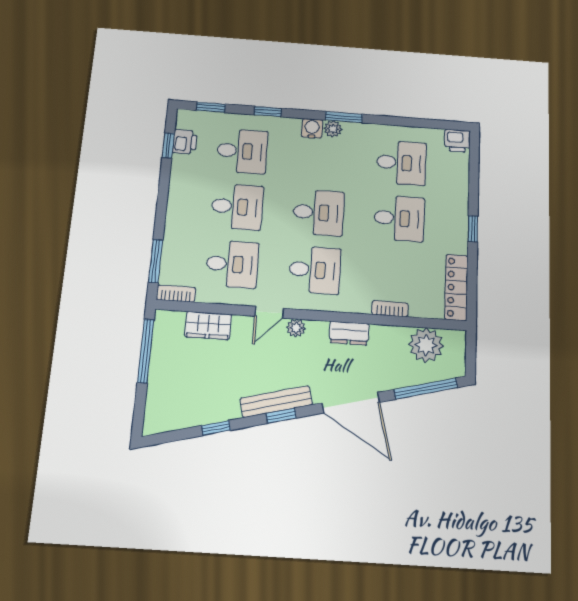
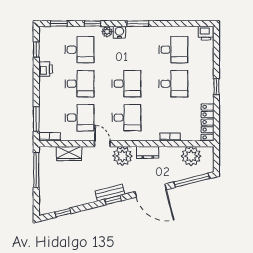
plant: (333, 129) -> (107, 32), moved
printer: (185, 142) -> (46, 69), moved
door: (269, 312) -> (102, 144), swing flipped
plant: (296, 328) -> (122, 156), width x1.88, depth x1.88
bench: (276, 402) -> (110, 193), width x0.73
window: (216, 428) -> (63, 213), moved

